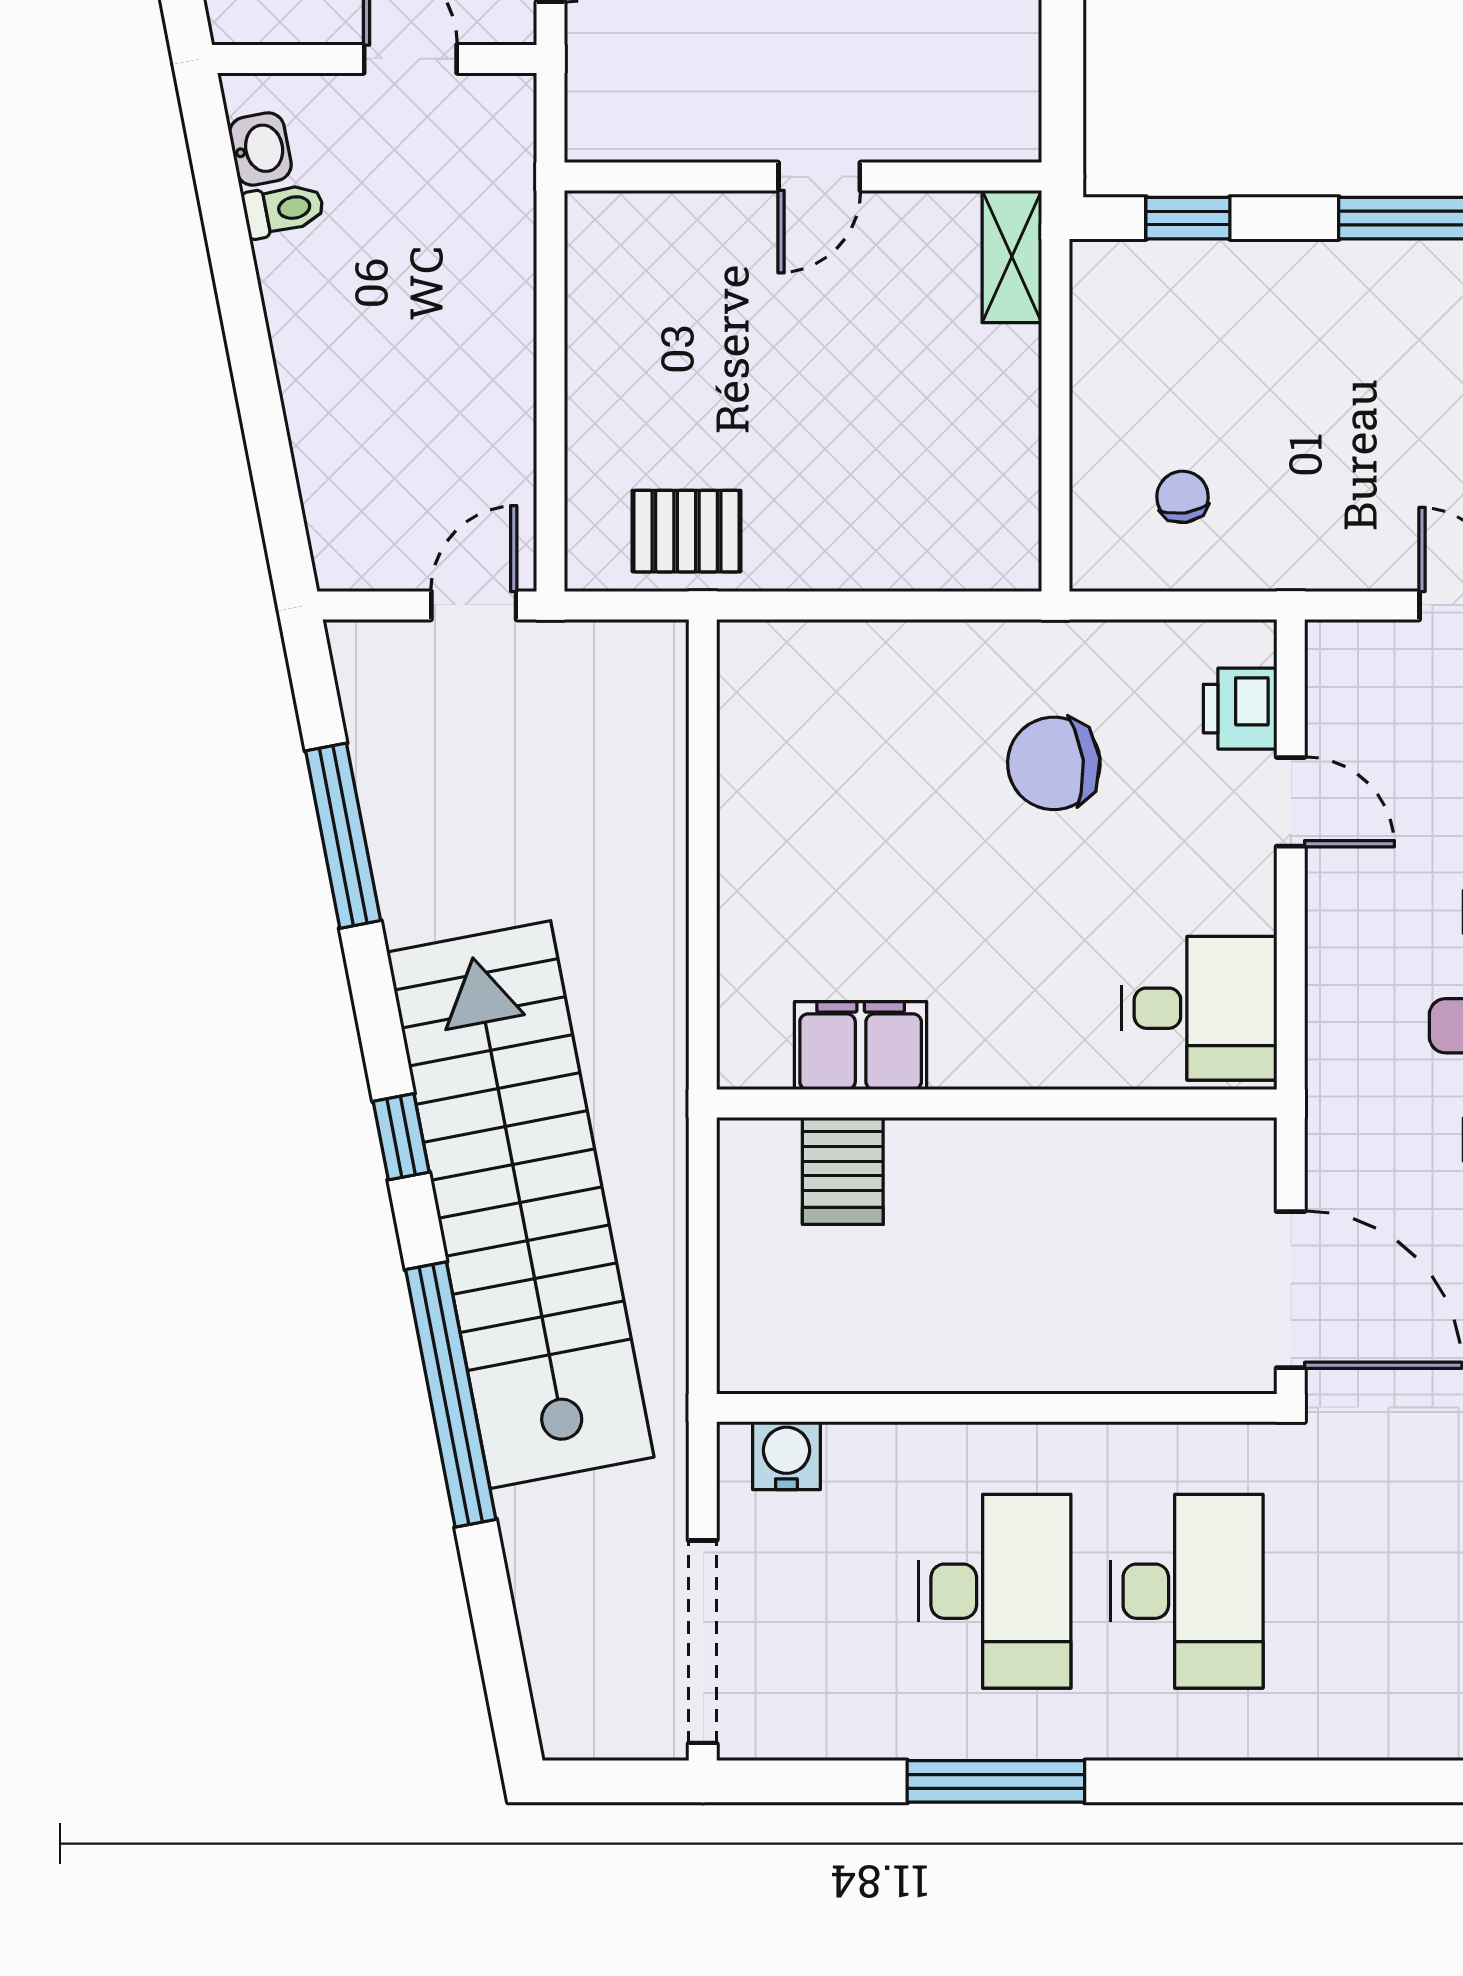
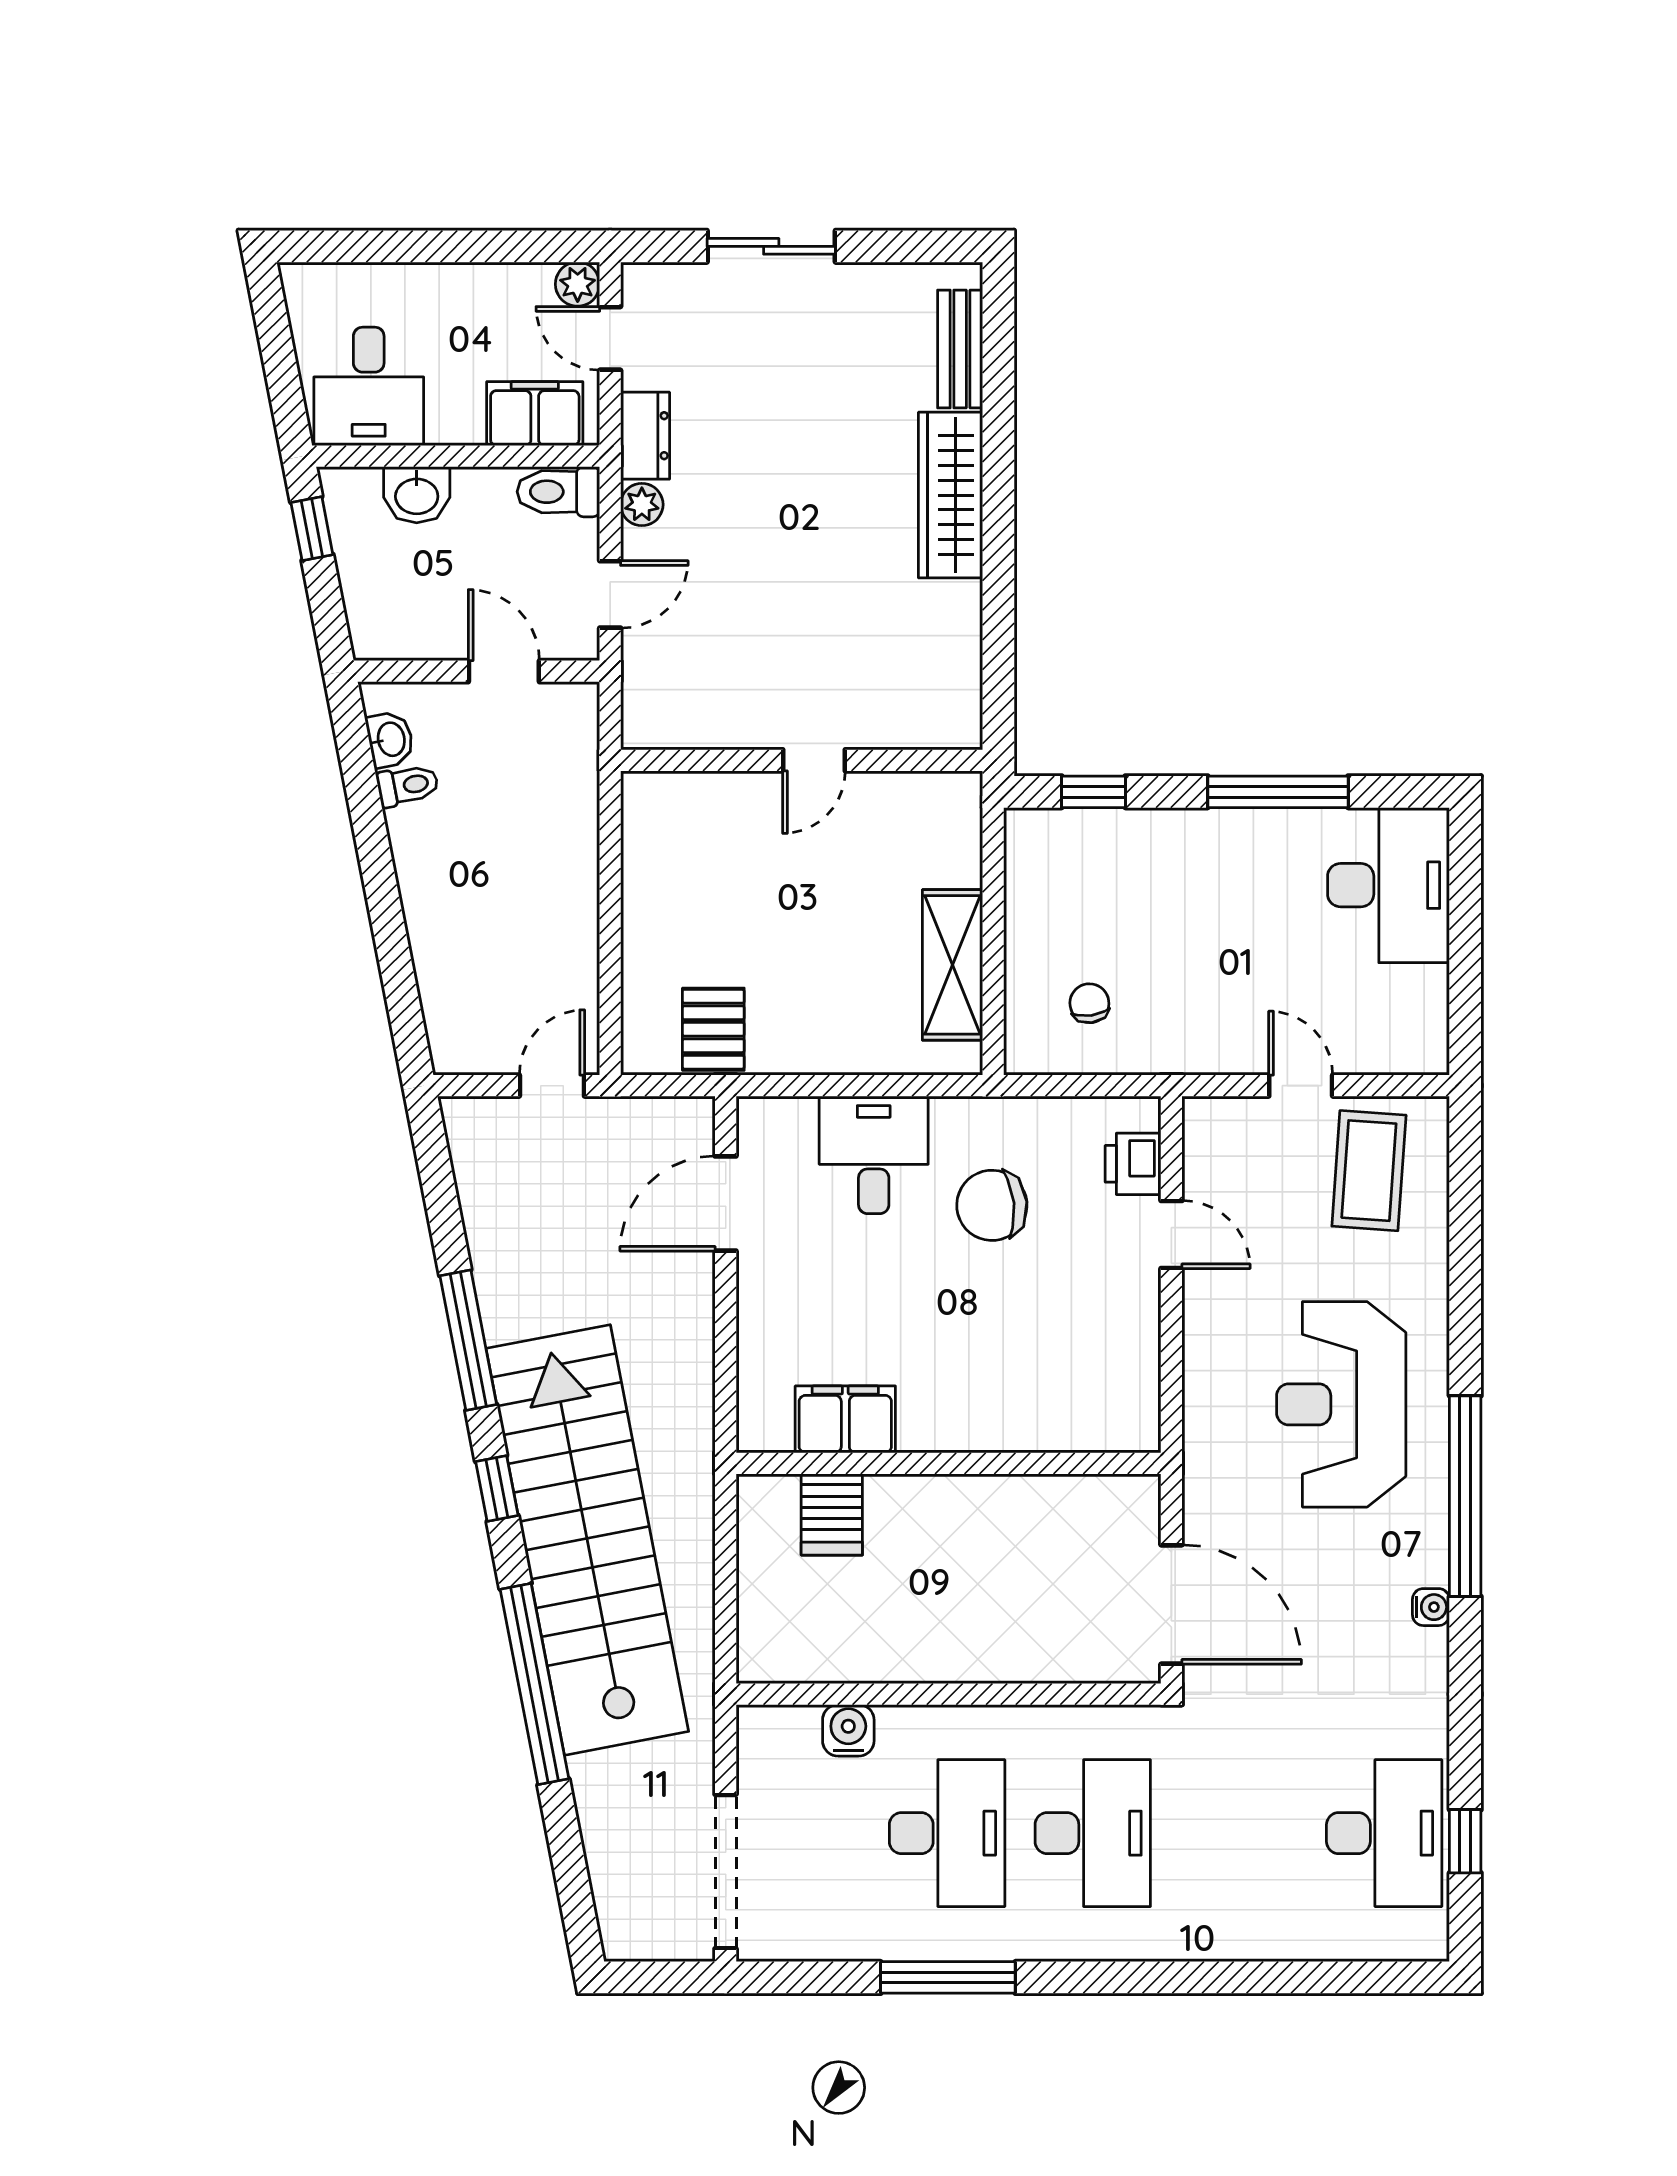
shelving: (1012, 257) -> (952, 965), moved, width x1.50, depth x1.33
pallet: (687, 531) -> (713, 1029), turned 90
door: (703, 761) -> (726, 1204), added
window: (343, 836) -> (468, 1340), moved
desk: (1199, 1008) -> (874, 1155), moved, turned -90
water cooler: (786, 1456) -> (848, 1730), moved

